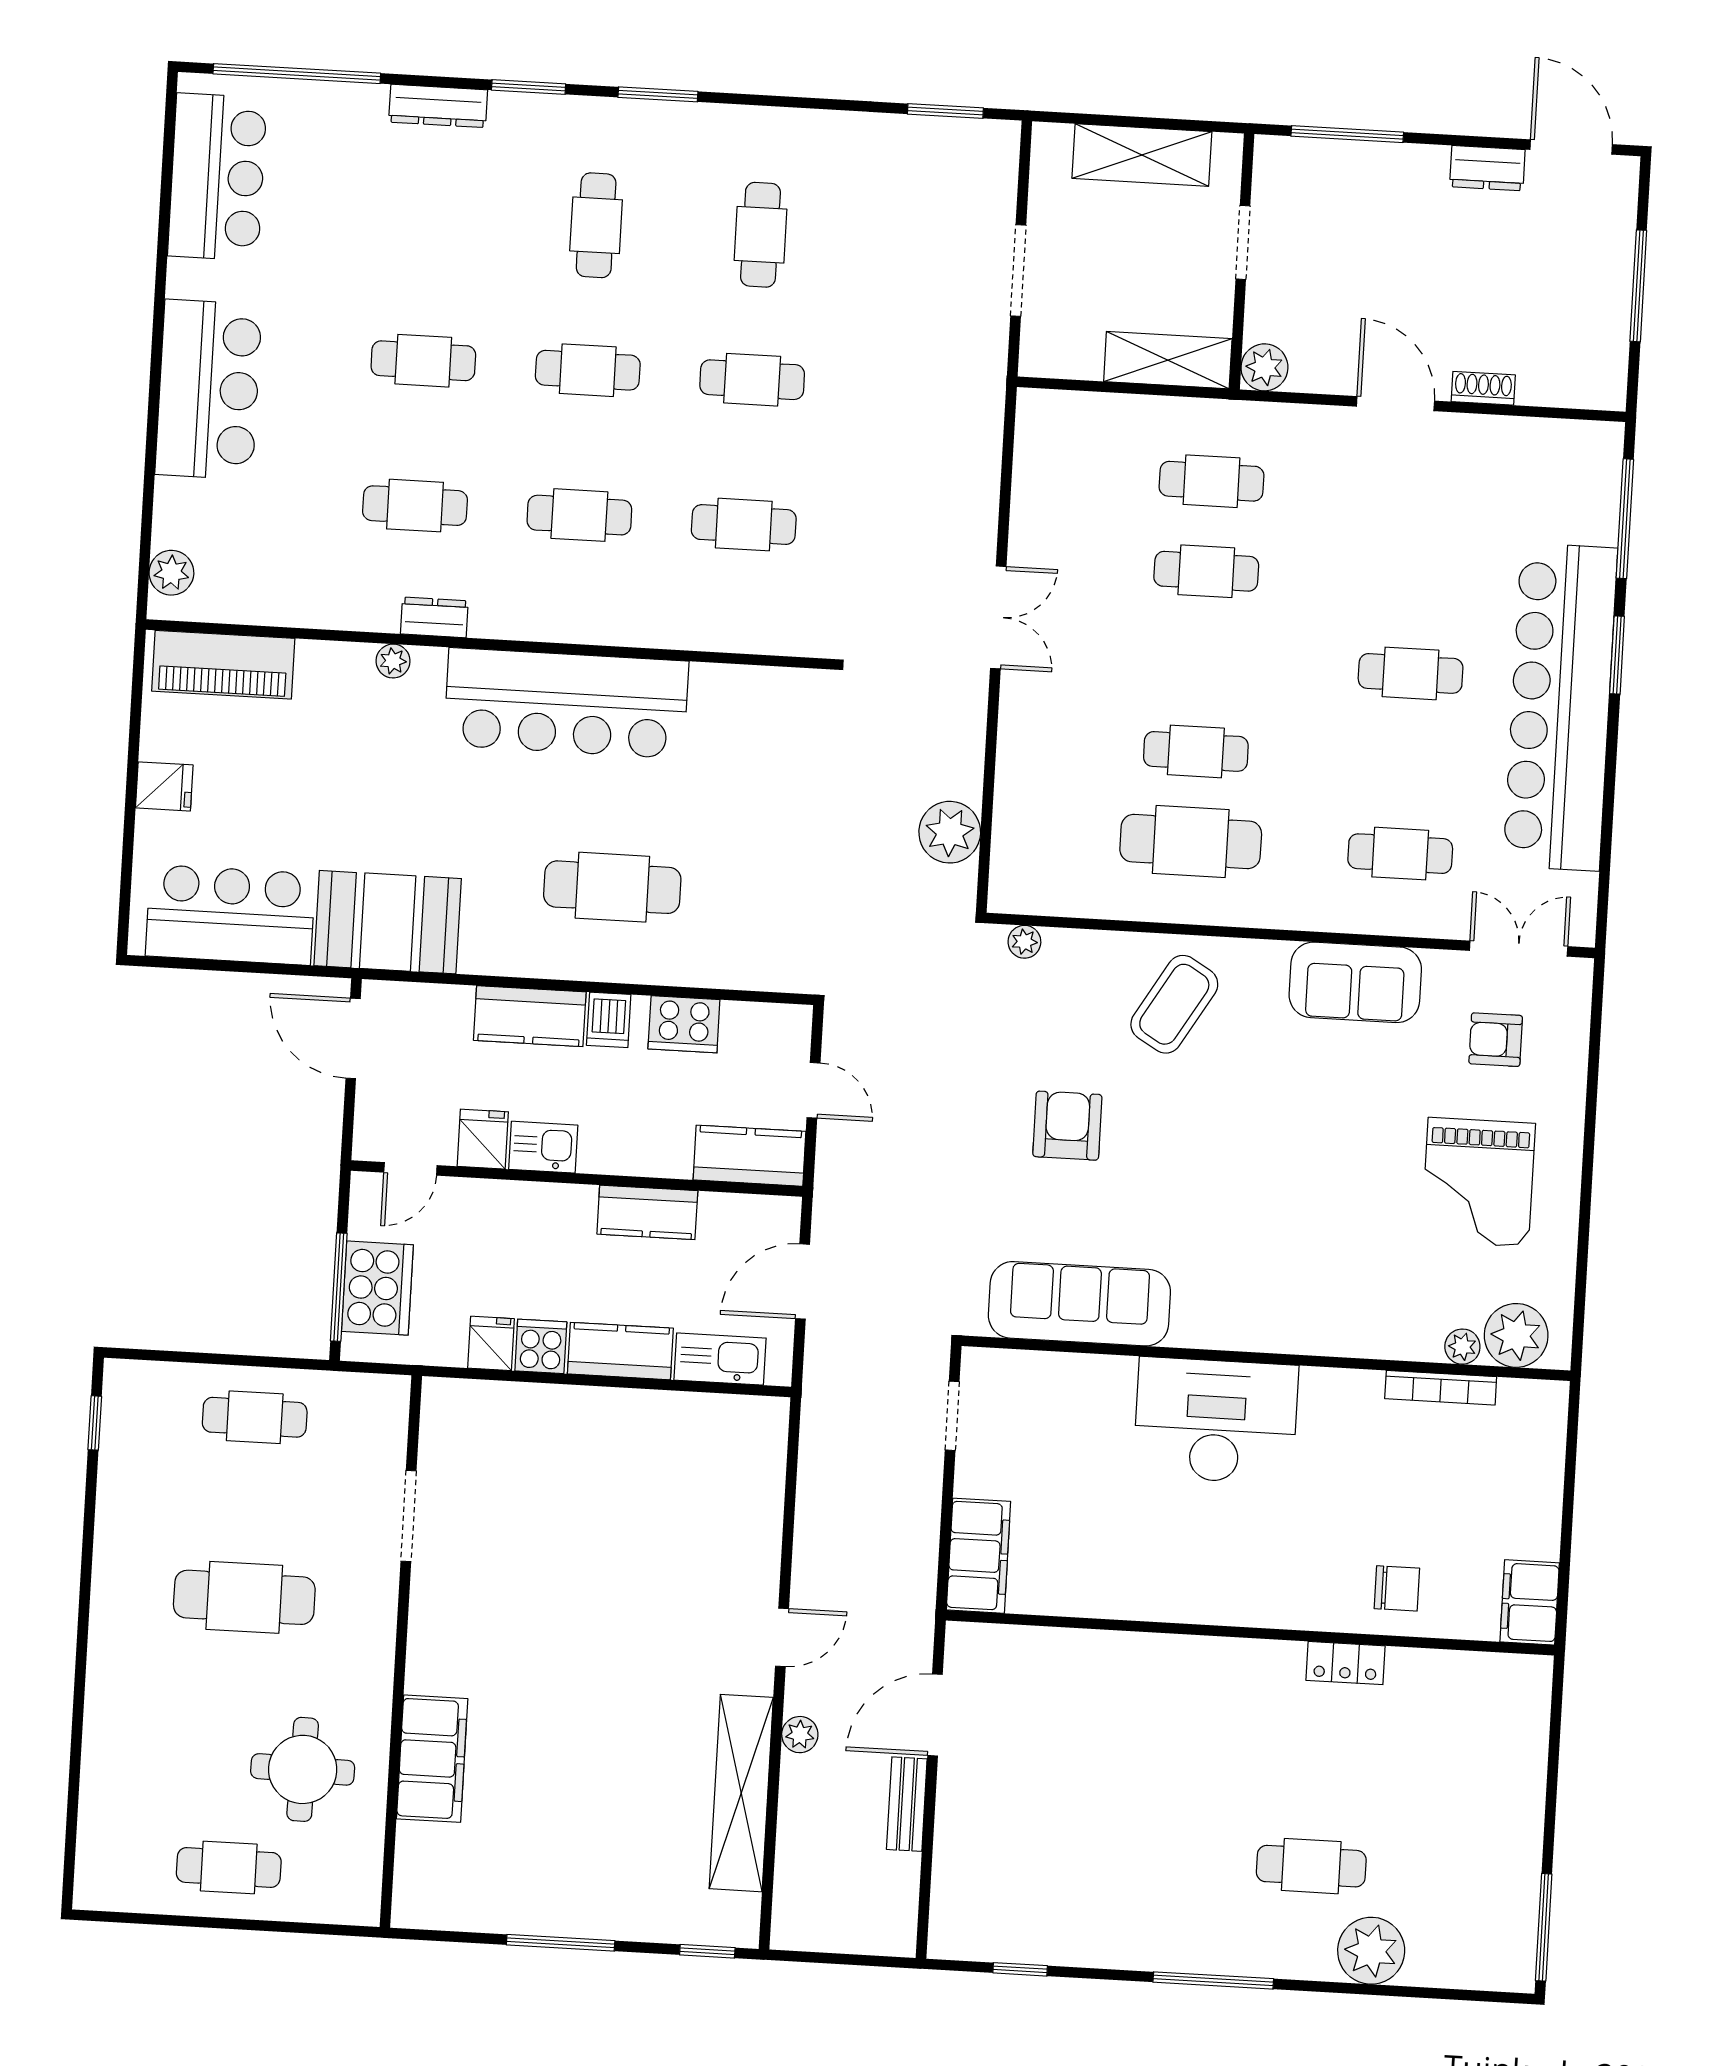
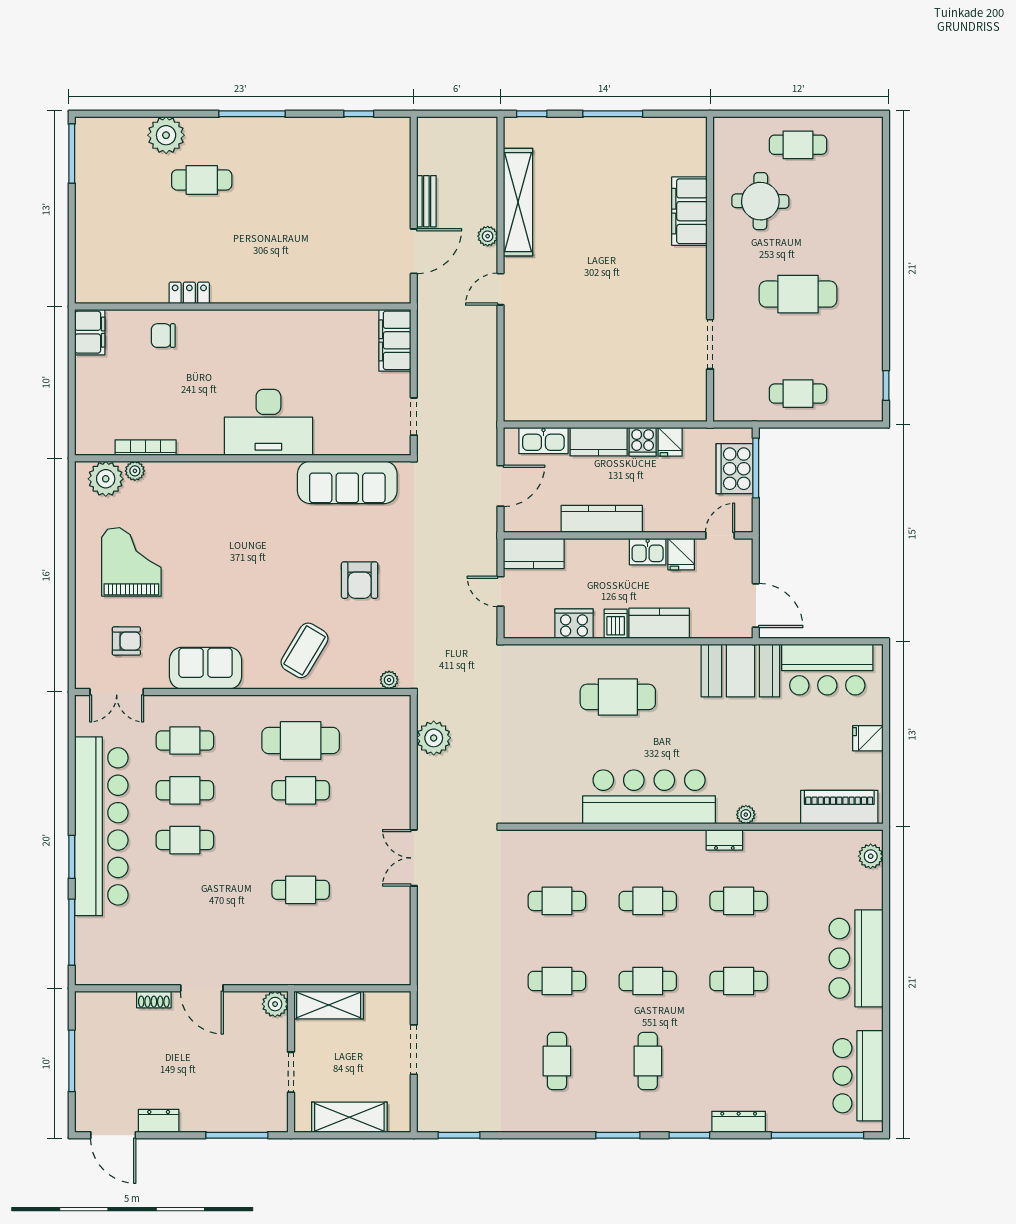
cafe table: (1211, 481) -> (185, 790), moved
kitchen counter: (647, 1212) -> (602, 519), width x1.50

